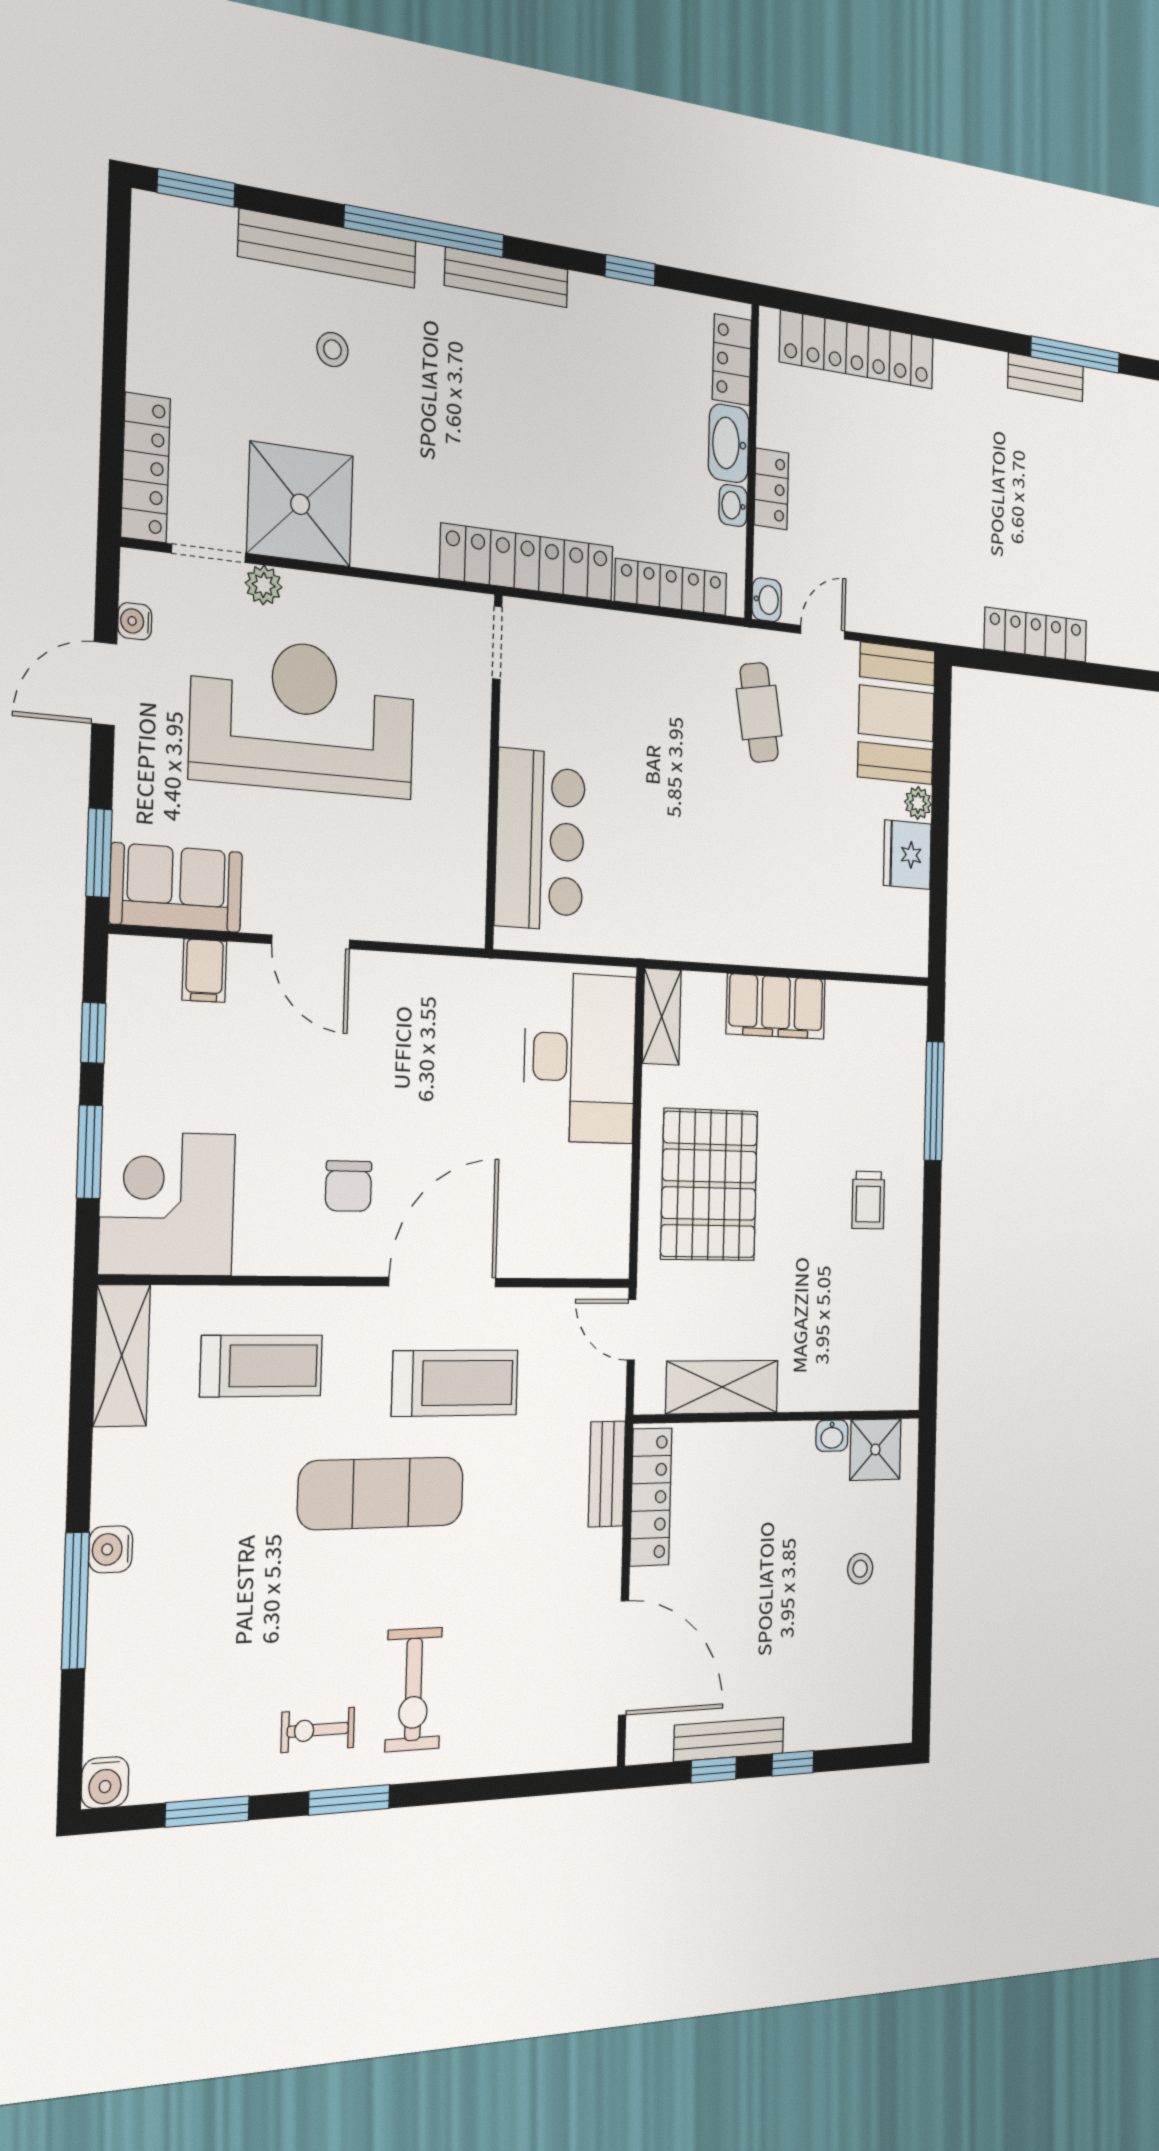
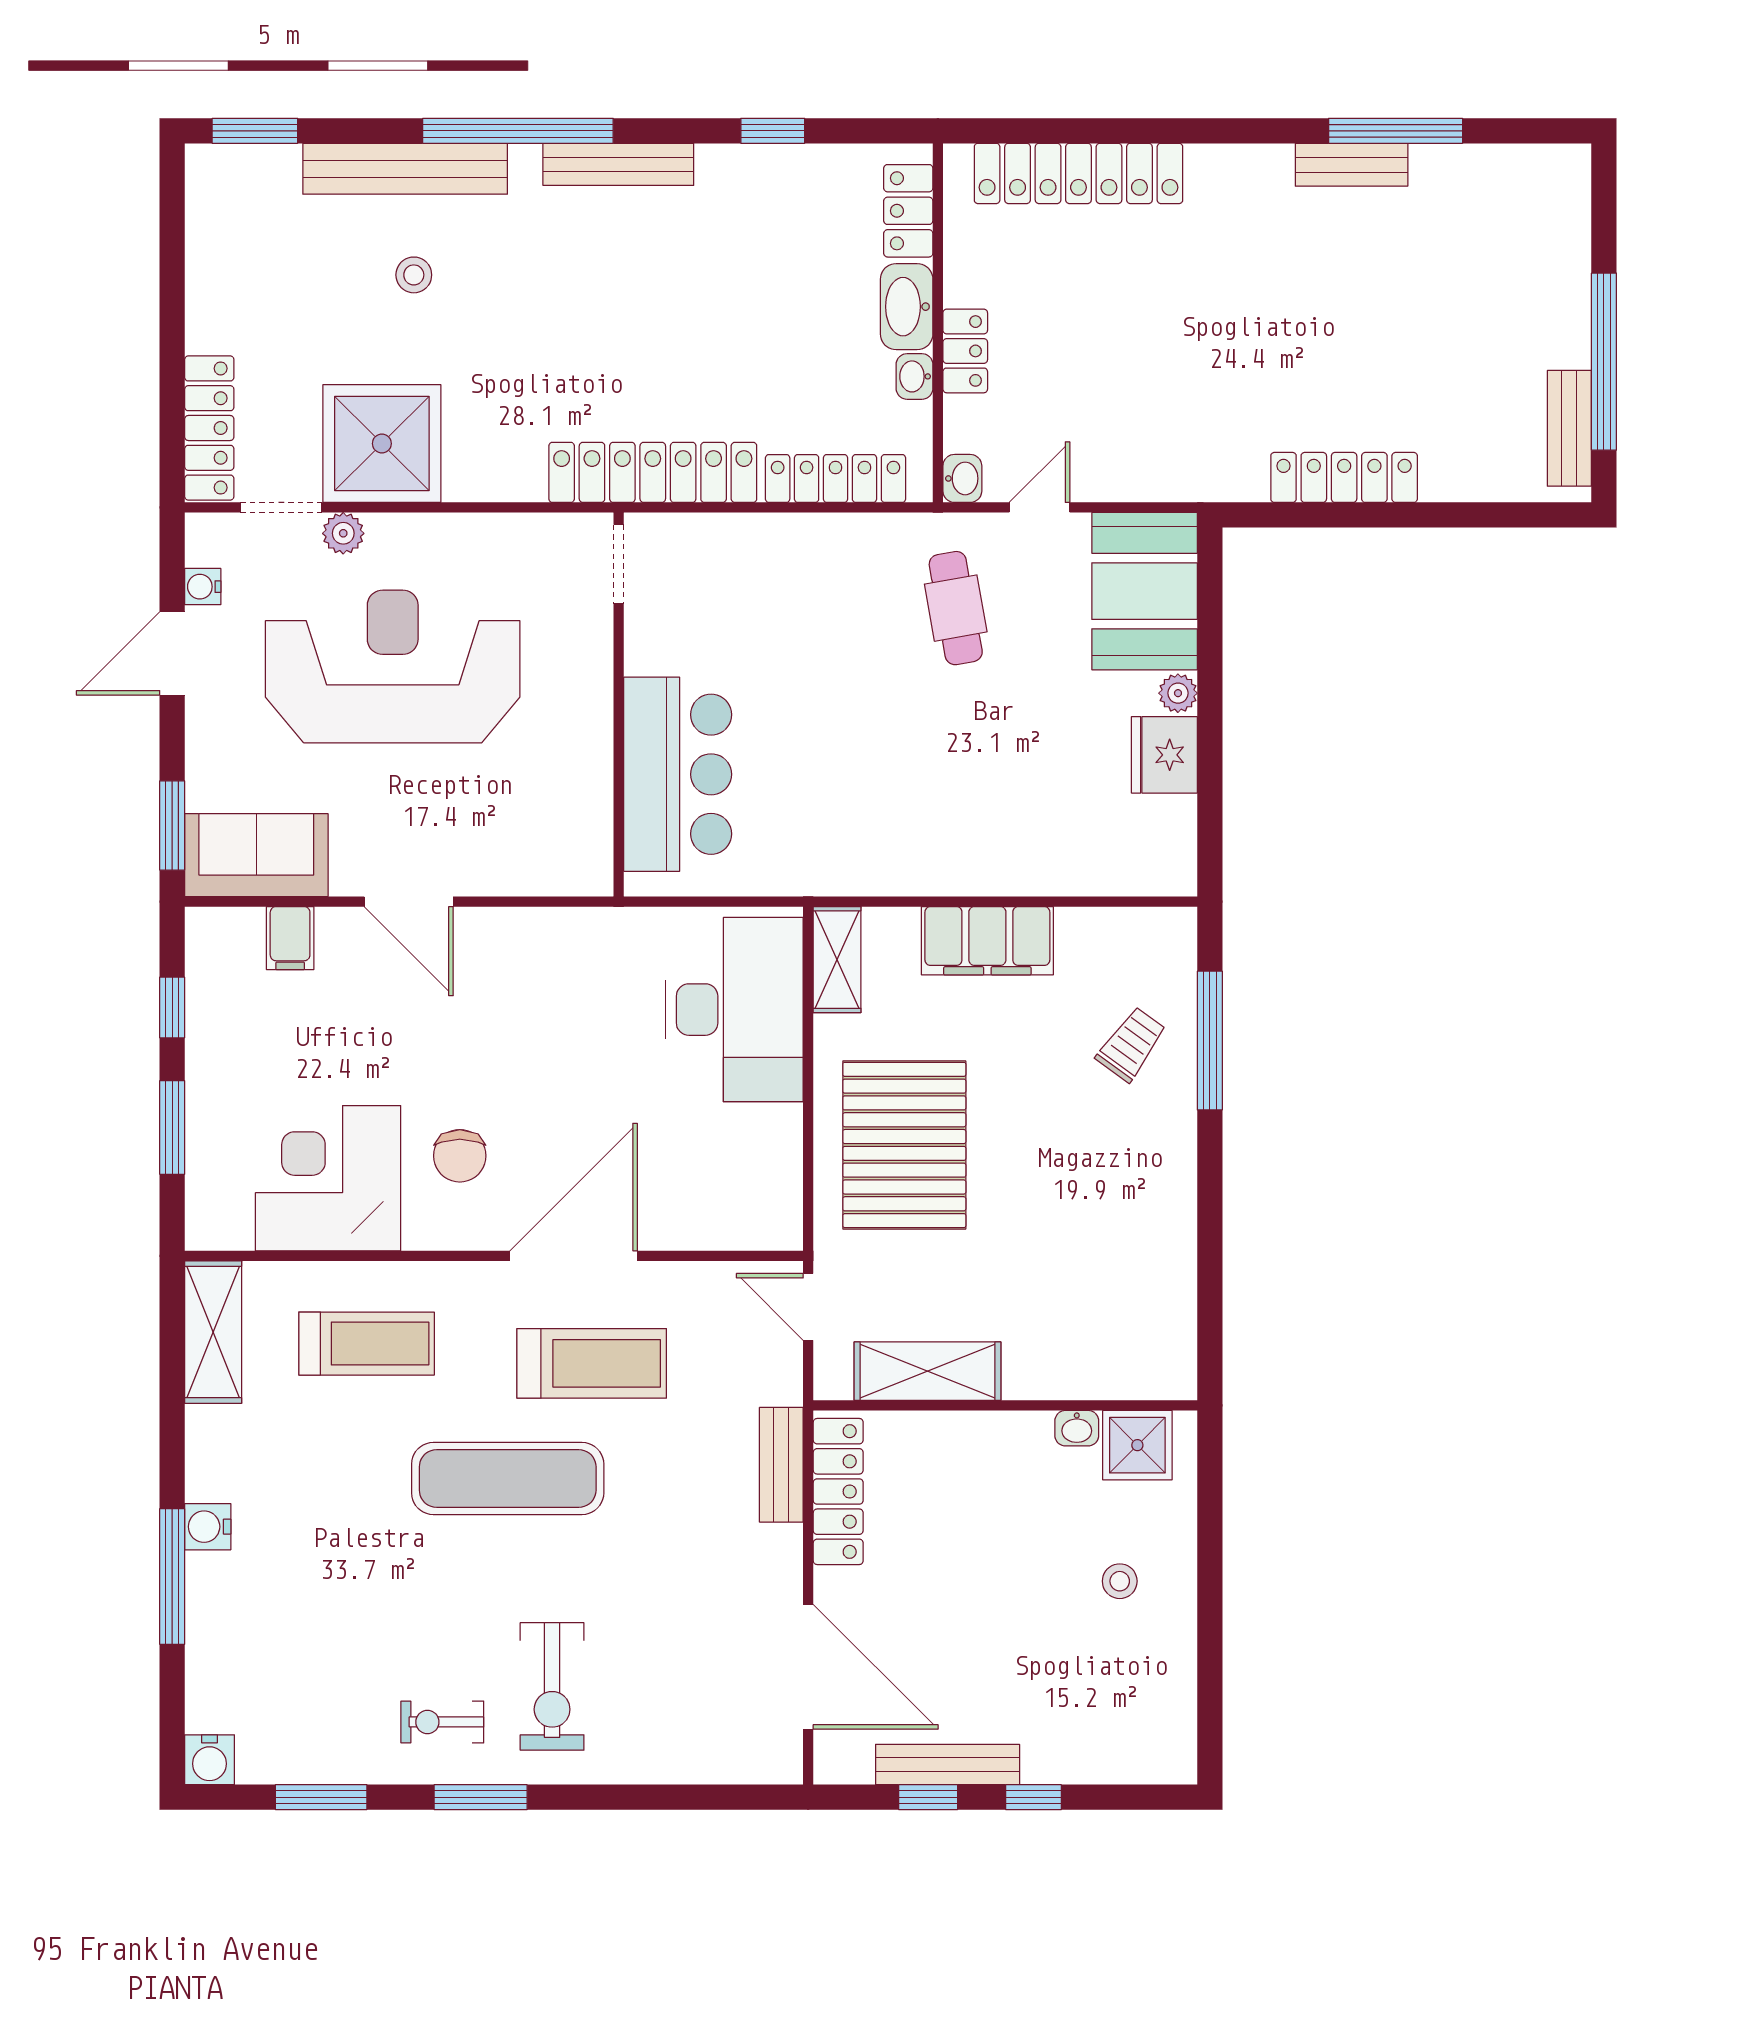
trolley: (868, 1200) -> (1131, 1044), moved, turned -144
corner desk: (167, 1204) -> (328, 1178), moved

